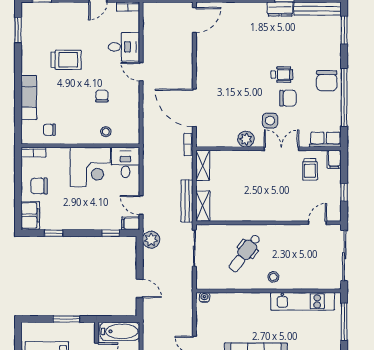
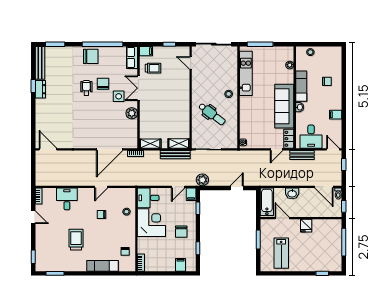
door: (141, 72) -> (101, 187), moved
chair: (39, 186) -> (181, 232), moved
filing cabinet: (30, 215) -> (180, 265), width x0.50

